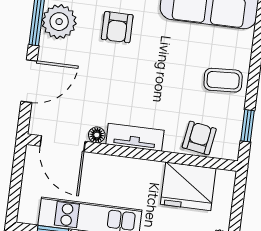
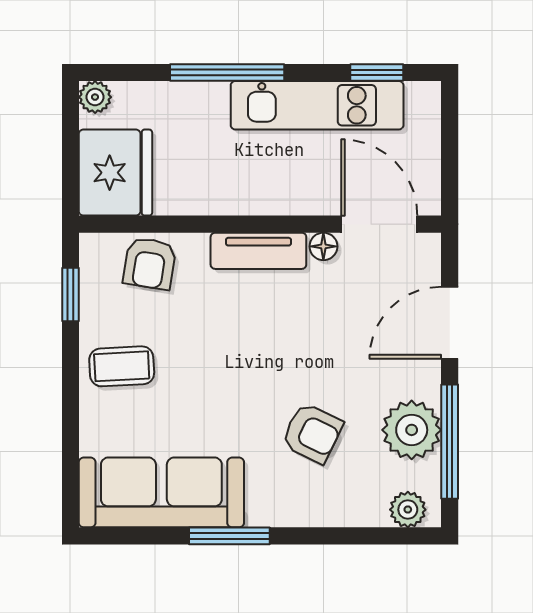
armchair: (117, 27) -> (312, 433), turned 116
fridge: (188, 186) -> (115, 173), moved, turned 90

